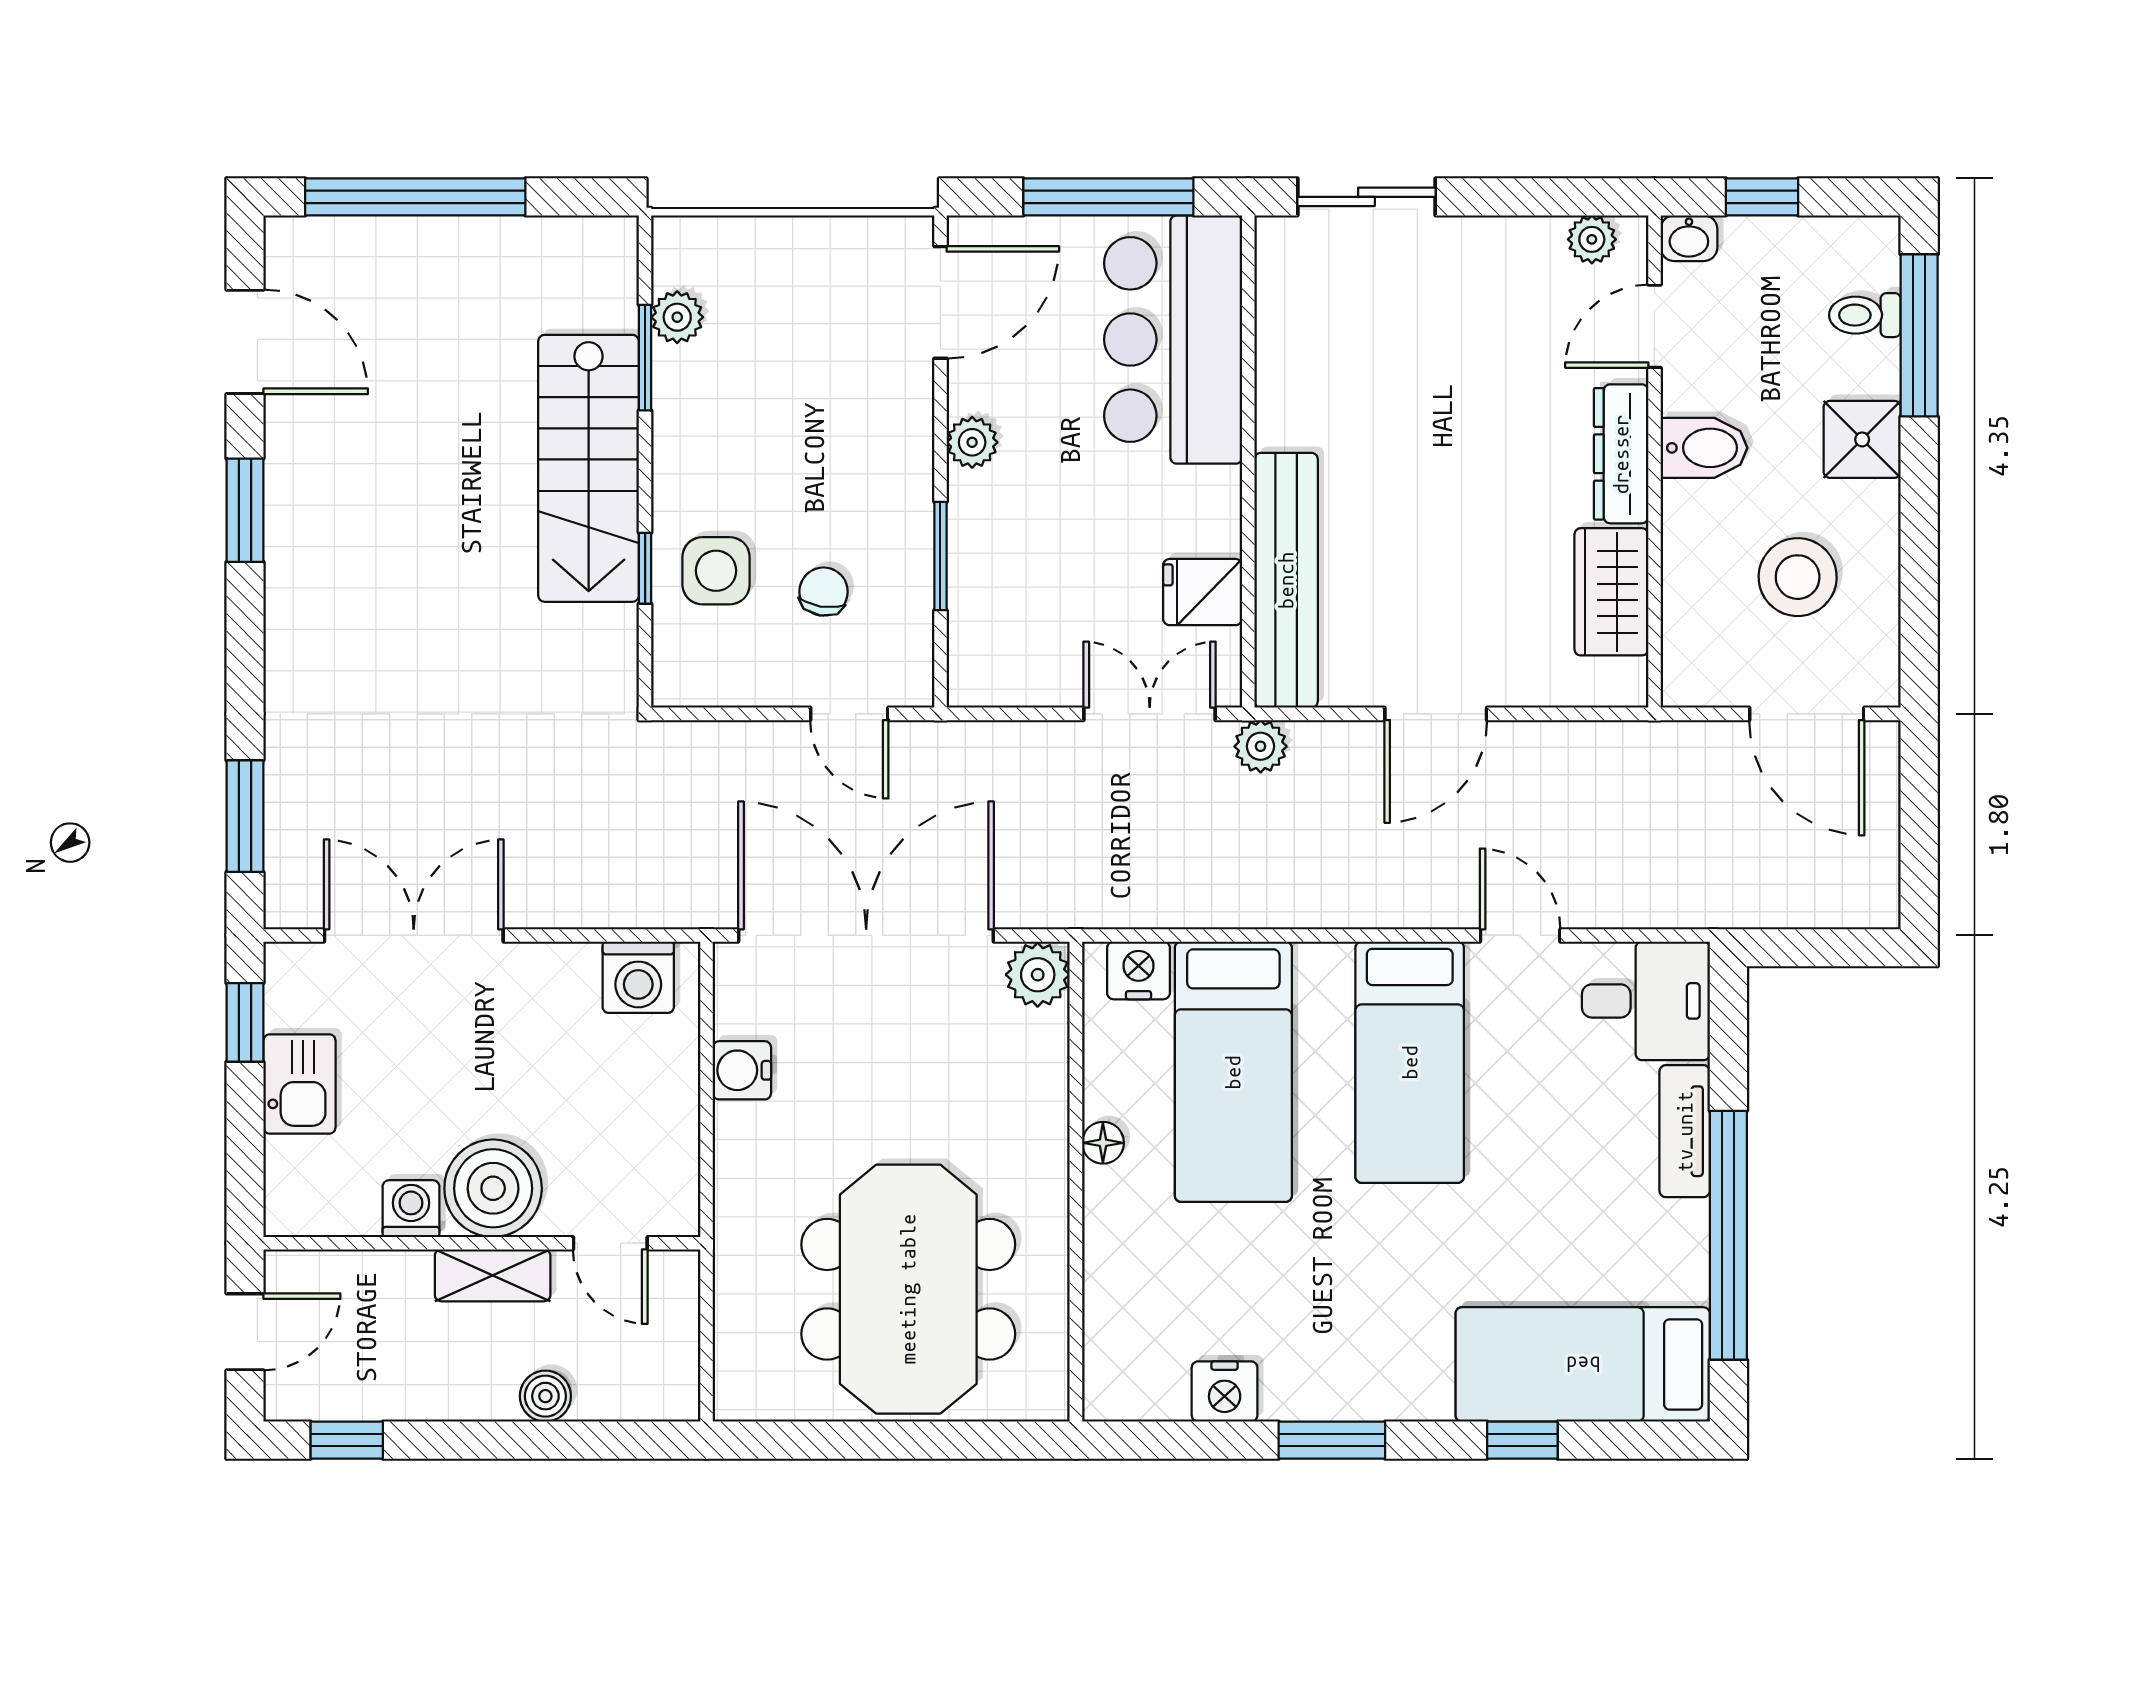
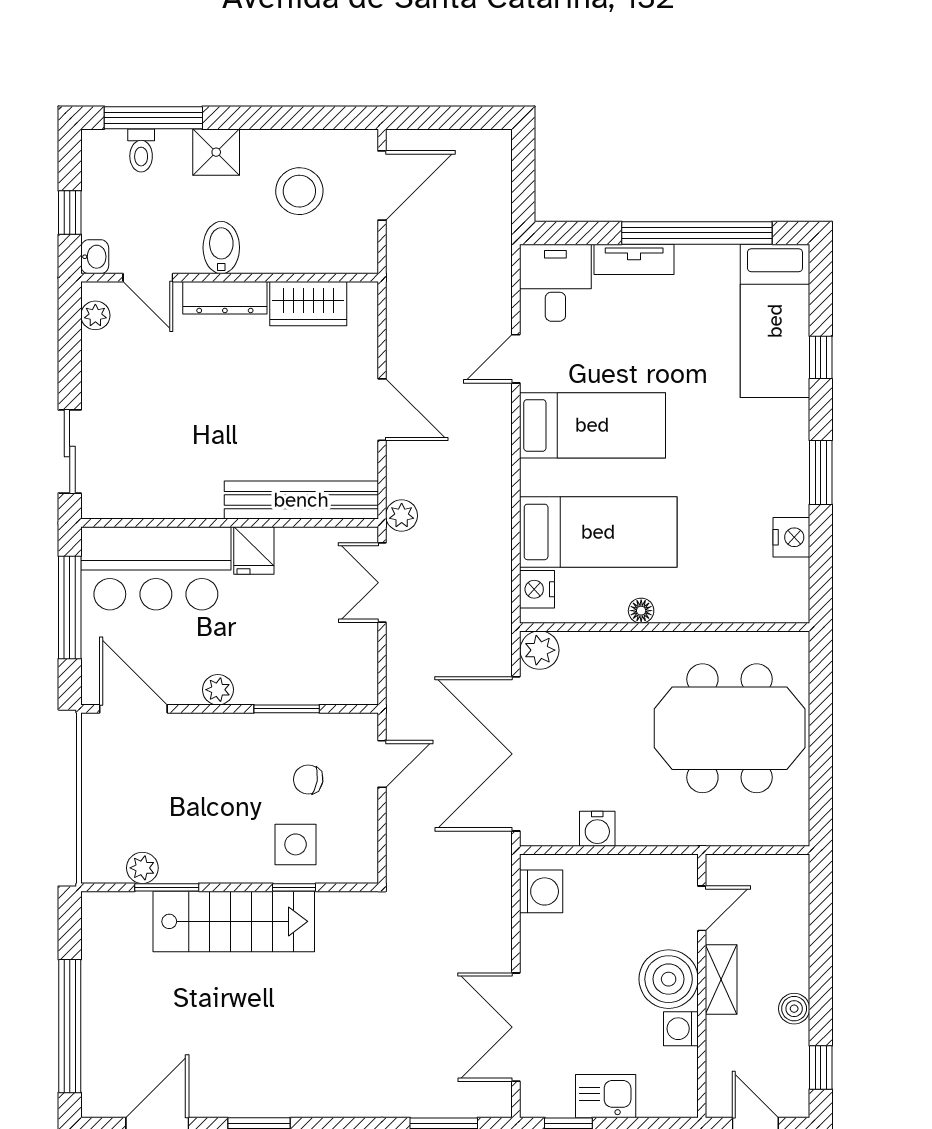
fridge: (1203, 592) -> (254, 550), moved
boiler: (545, 1396) -> (794, 1009), moved

